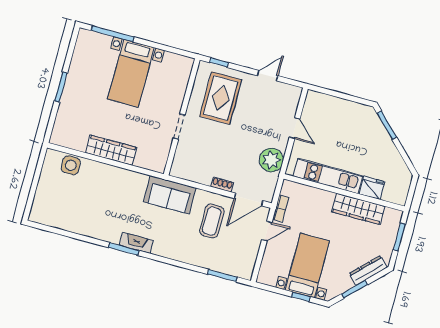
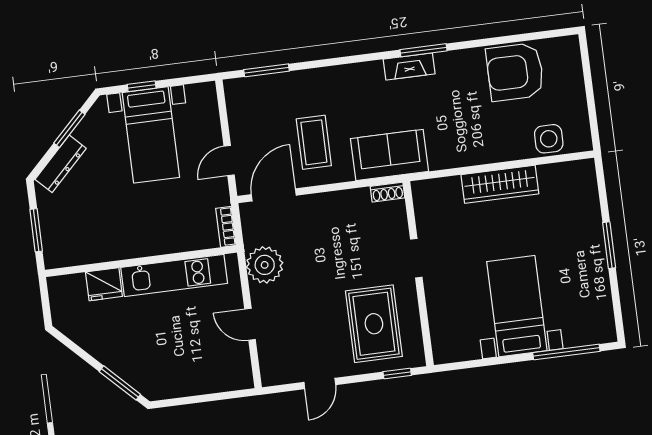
shoe rack: (222, 185) -> (388, 192), moved
bookcase: (281, 208) -> (226, 227), moved
wardrobe: (358, 209) -> (111, 246), removed
armchair: (74, 214) -> (515, 72), added

